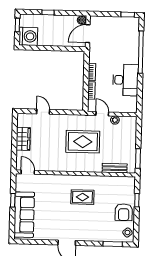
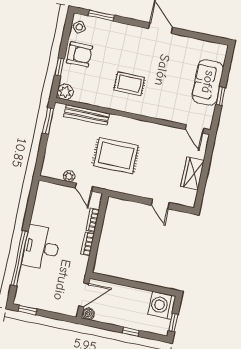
desk: (125, 80) -> (41, 248), moved
bench: (115, 168) -> (87, 115), width x1.36
plant: (129, 182) -> (65, 92), added
armchair: (124, 212) -> (79, 54), turned 90
sofa: (24, 215) -> (208, 82), width x0.73

